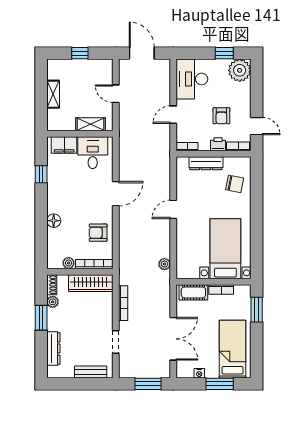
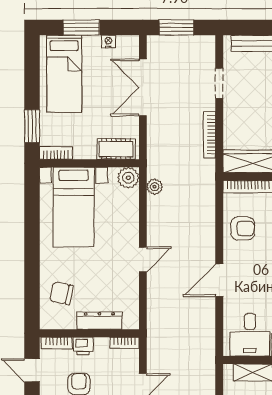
plant: (184, 271) -> (128, 178), added
bookcase: (221, 290) -> (56, 153), moved

